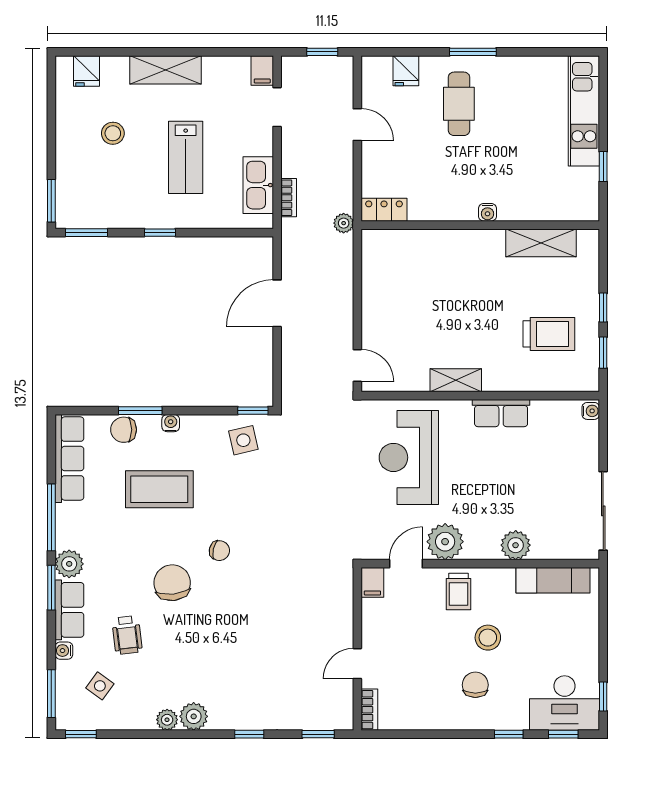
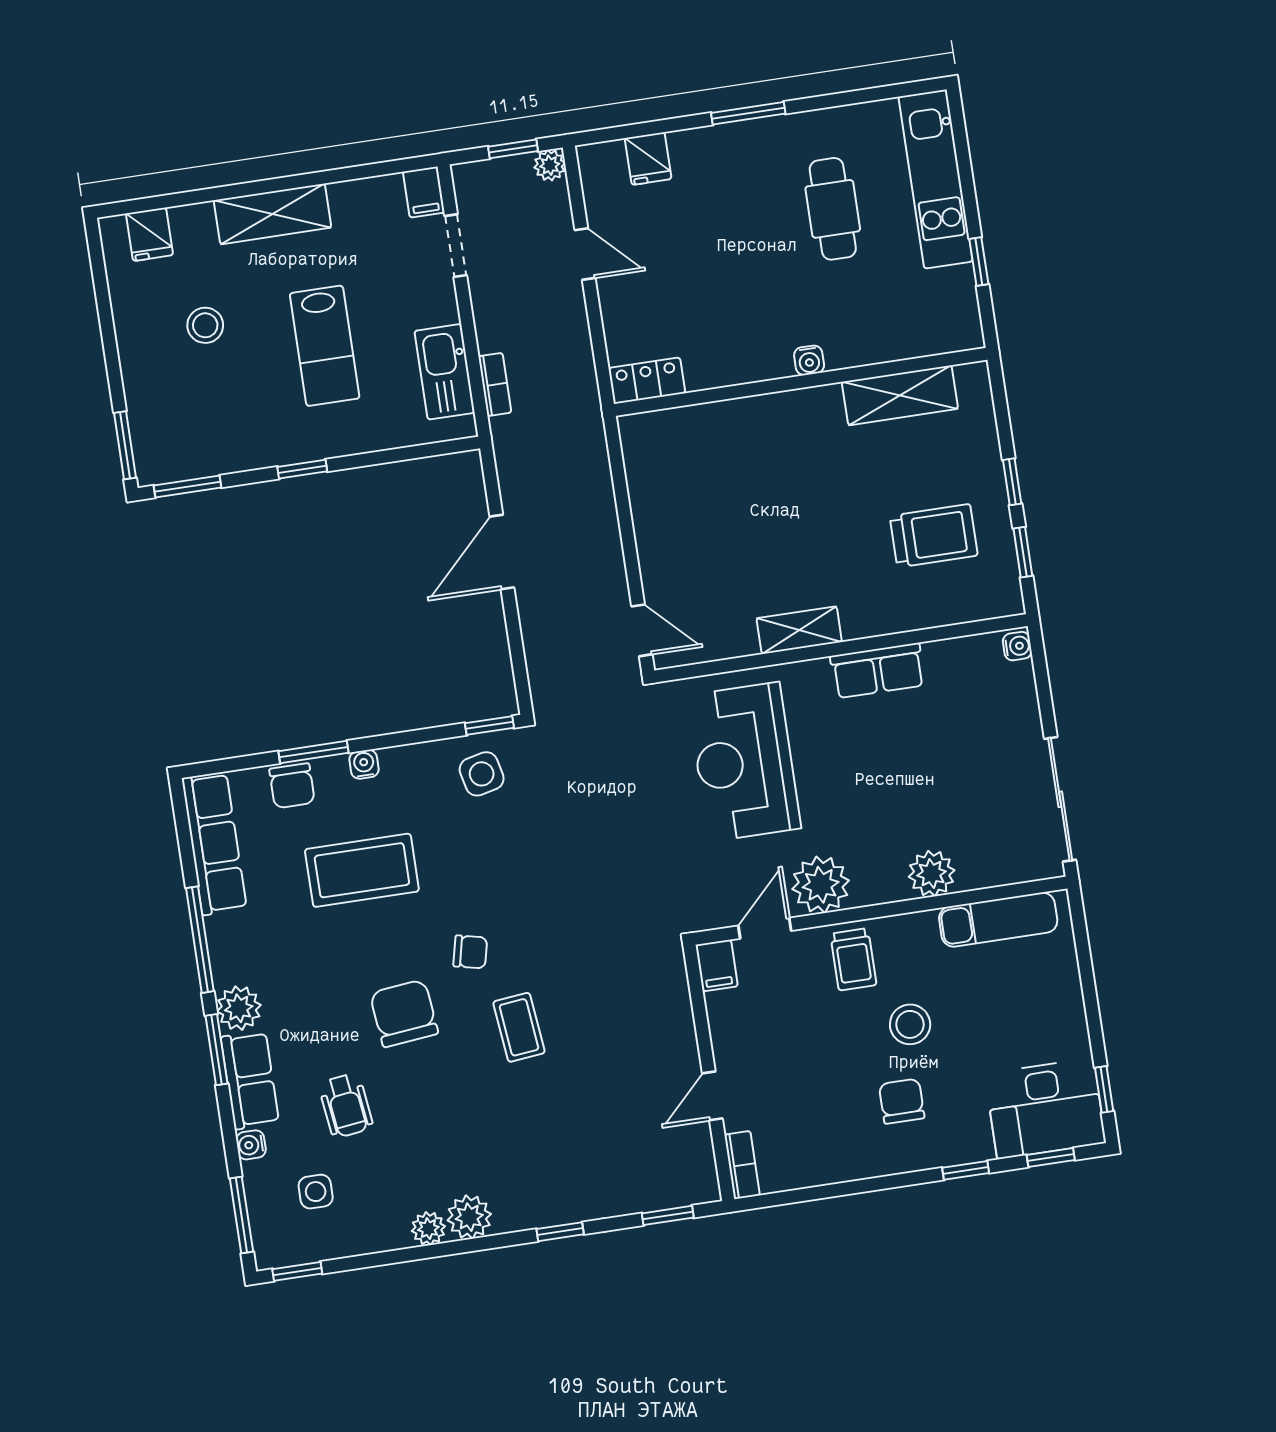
cafe table: (459, 104) -> (833, 209), moved
plant: (344, 223) -> (550, 165), moved
chair: (124, 430) -> (292, 786), turned -90
coffee table: (243, 602) -> (519, 1027), added
side table: (100, 686) -> (316, 1192), turned -36

